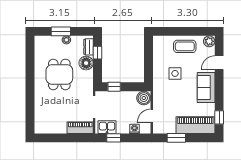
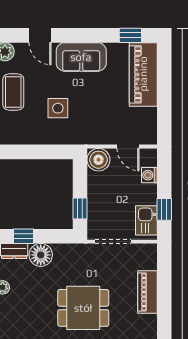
dining table: (59, 74) -> (83, 308), moved
piano: (80, 128) -> (147, 292), moved
window: (176, 138) -> (164, 106), removed

